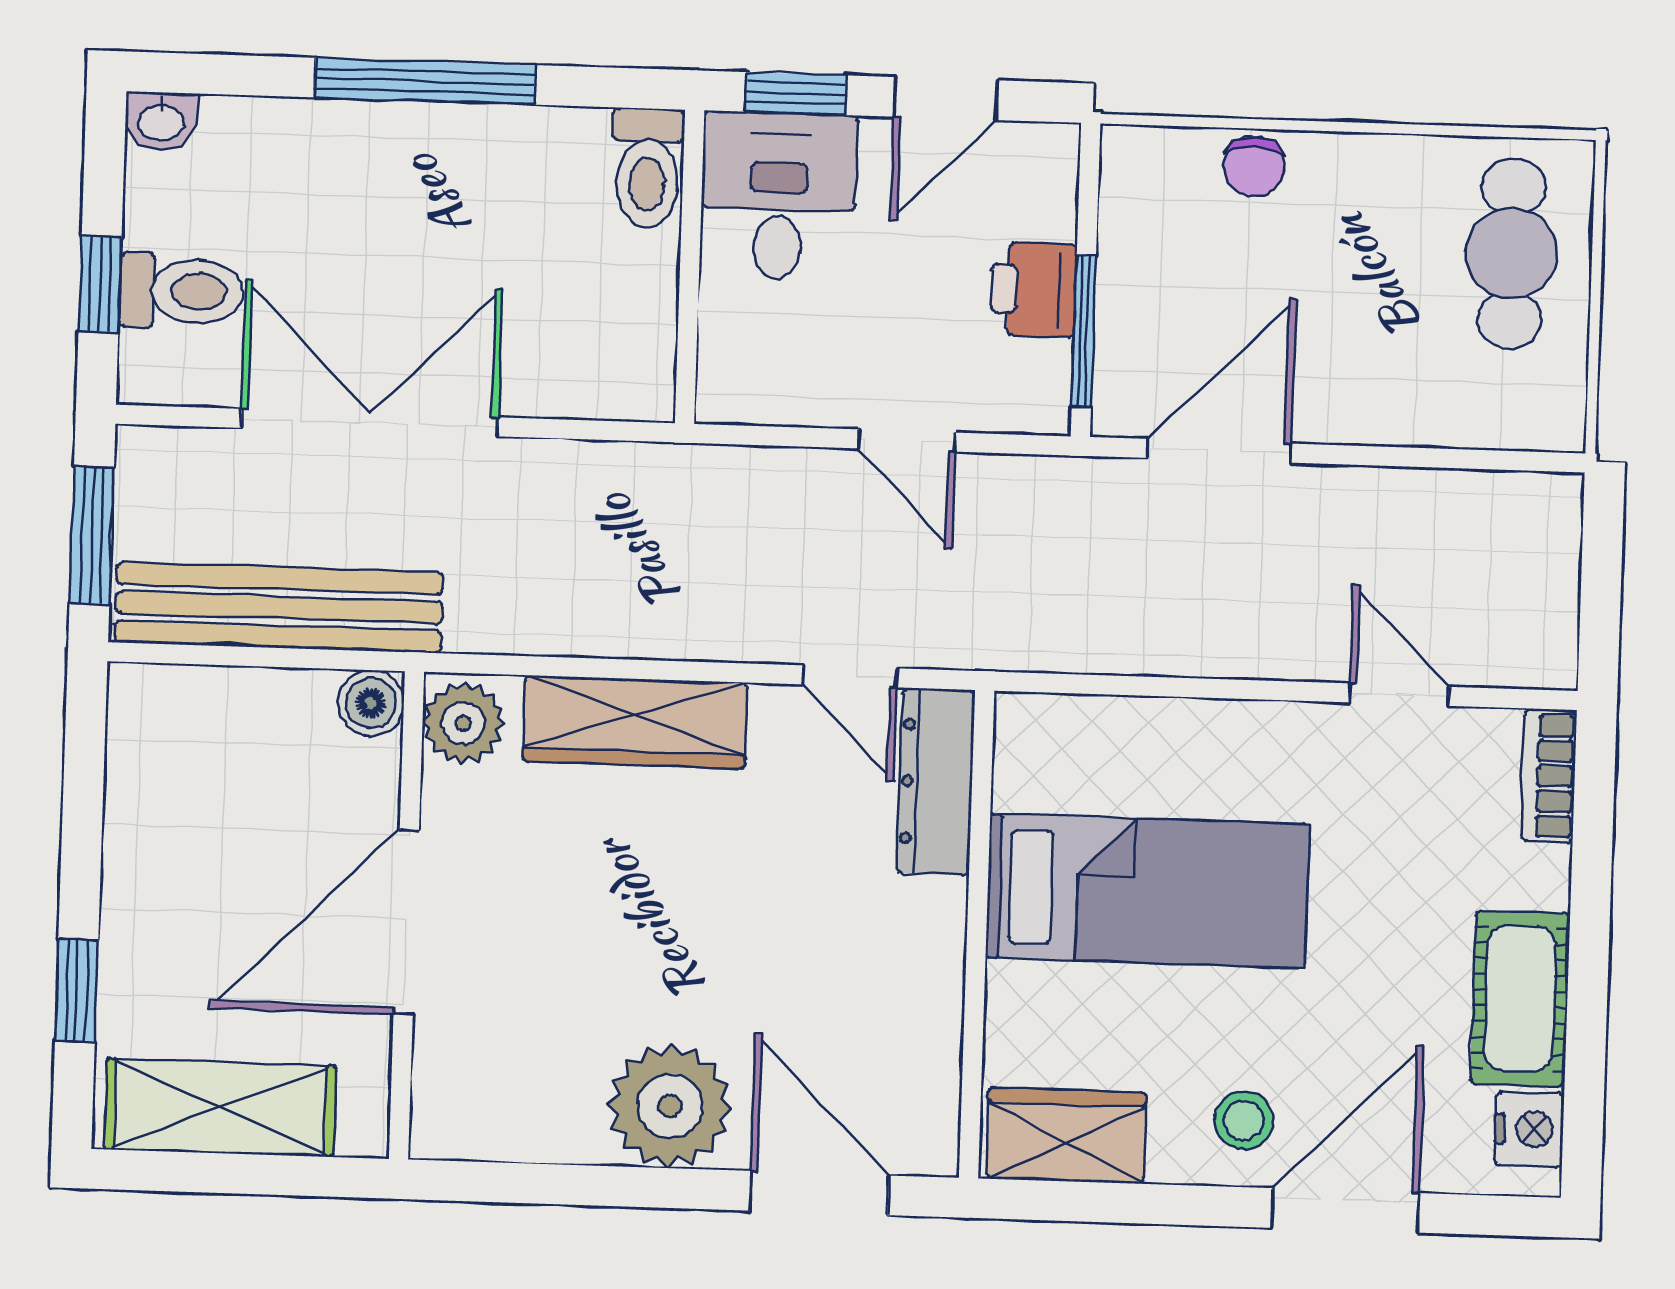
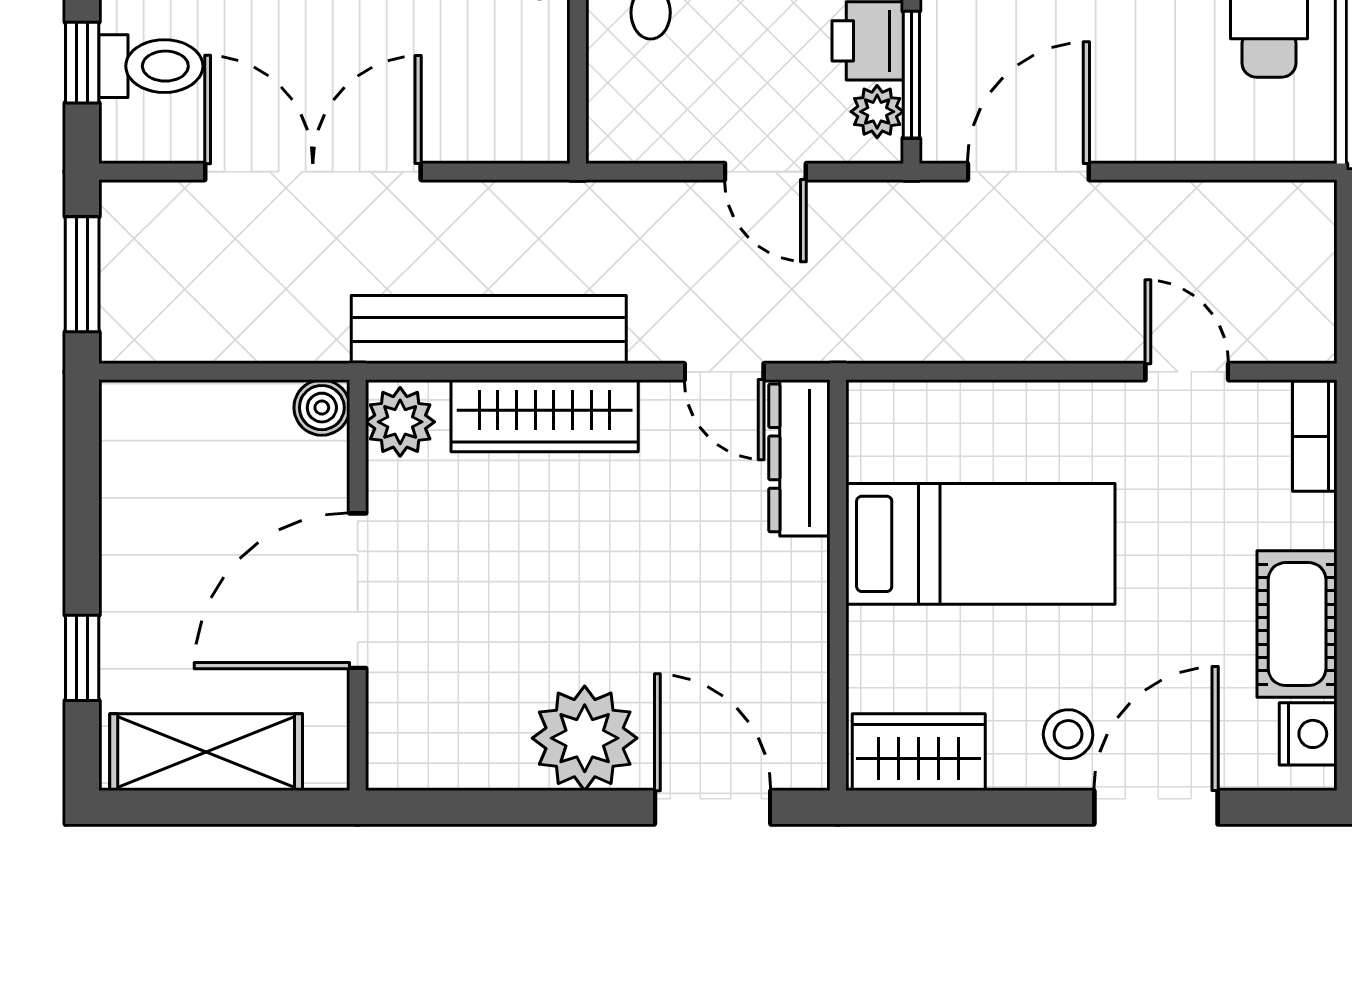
plant: (1042, 374) -> (877, 112), added
bench: (279, 607) -> (489, 330), moved

